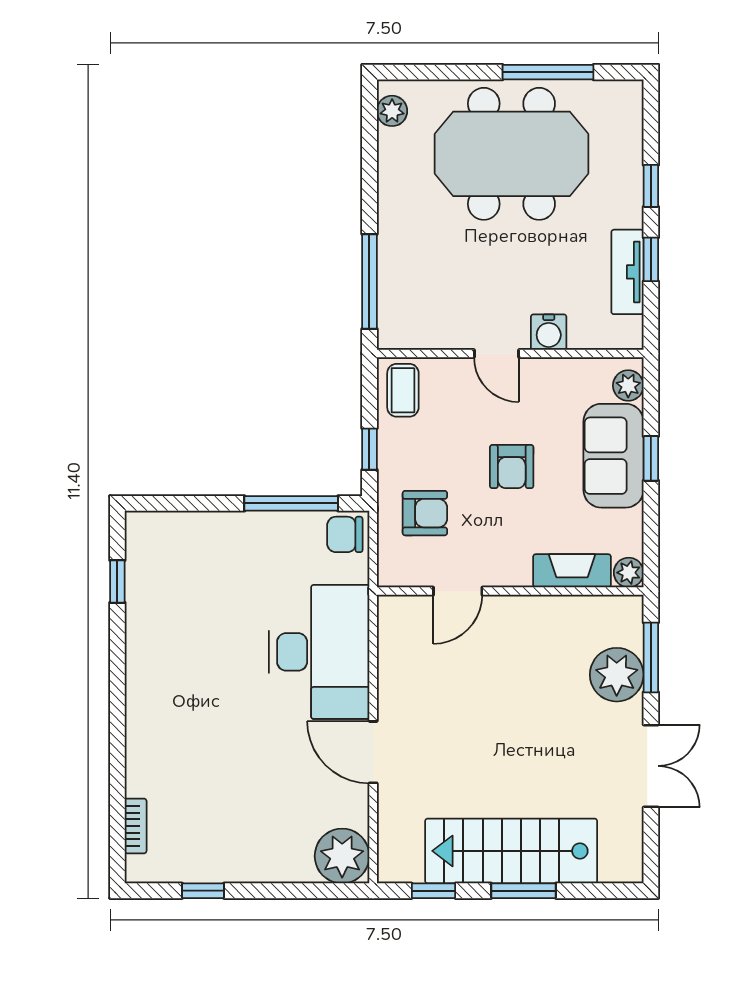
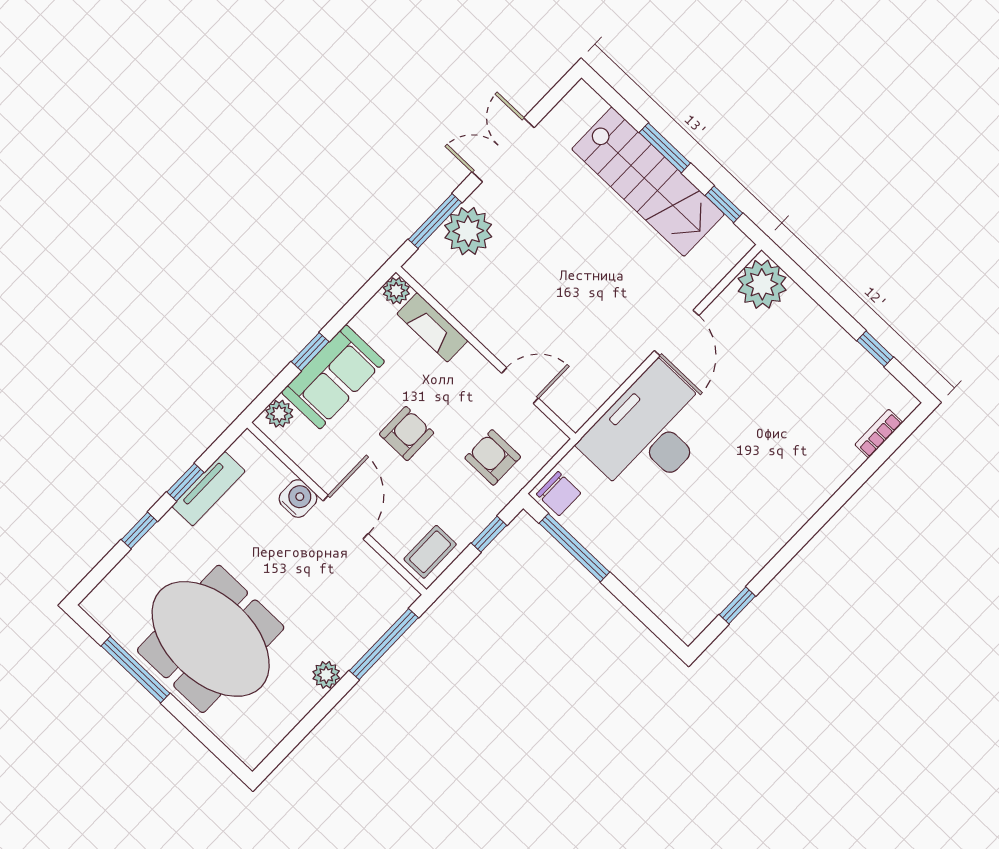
plant: (392, 111) -> (326, 675), moved
door: (496, 354) -> (346, 517), width x1.38

